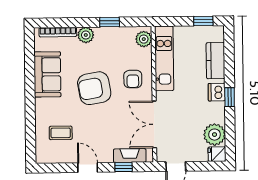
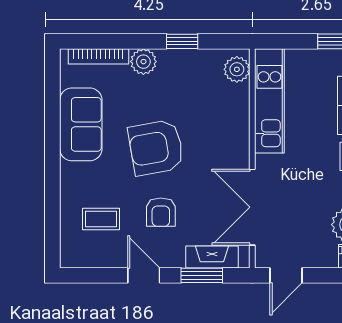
armchair: (133, 79) -> (161, 212), moved
window: (124, 167) -> (202, 275), width x1.50

